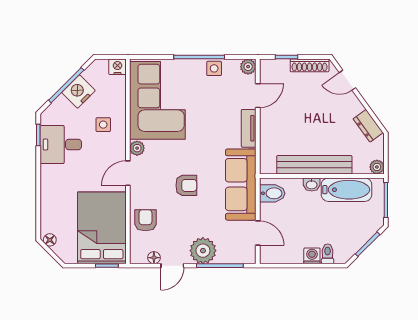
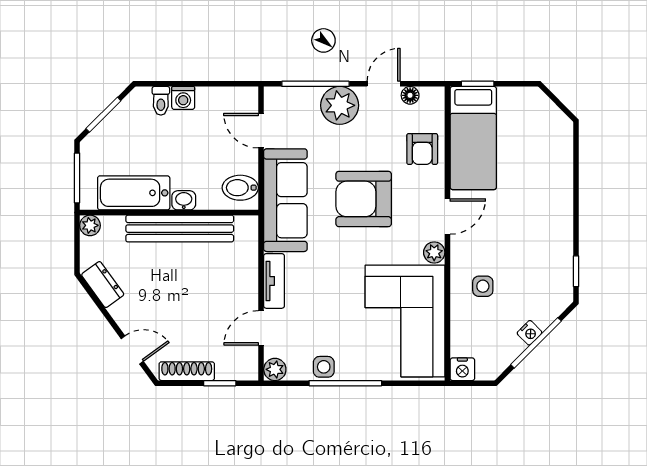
nightstand: (78, 92) -> (530, 333), width x0.53, depth x0.56
desk: (61, 144) -> (544, 258), removed
armchair: (186, 185) -> (364, 199), width x1.88, depth x1.88
bed: (102, 228) -> (473, 138), width x0.67
floor lamp: (50, 240) -> (560, 121), removed

